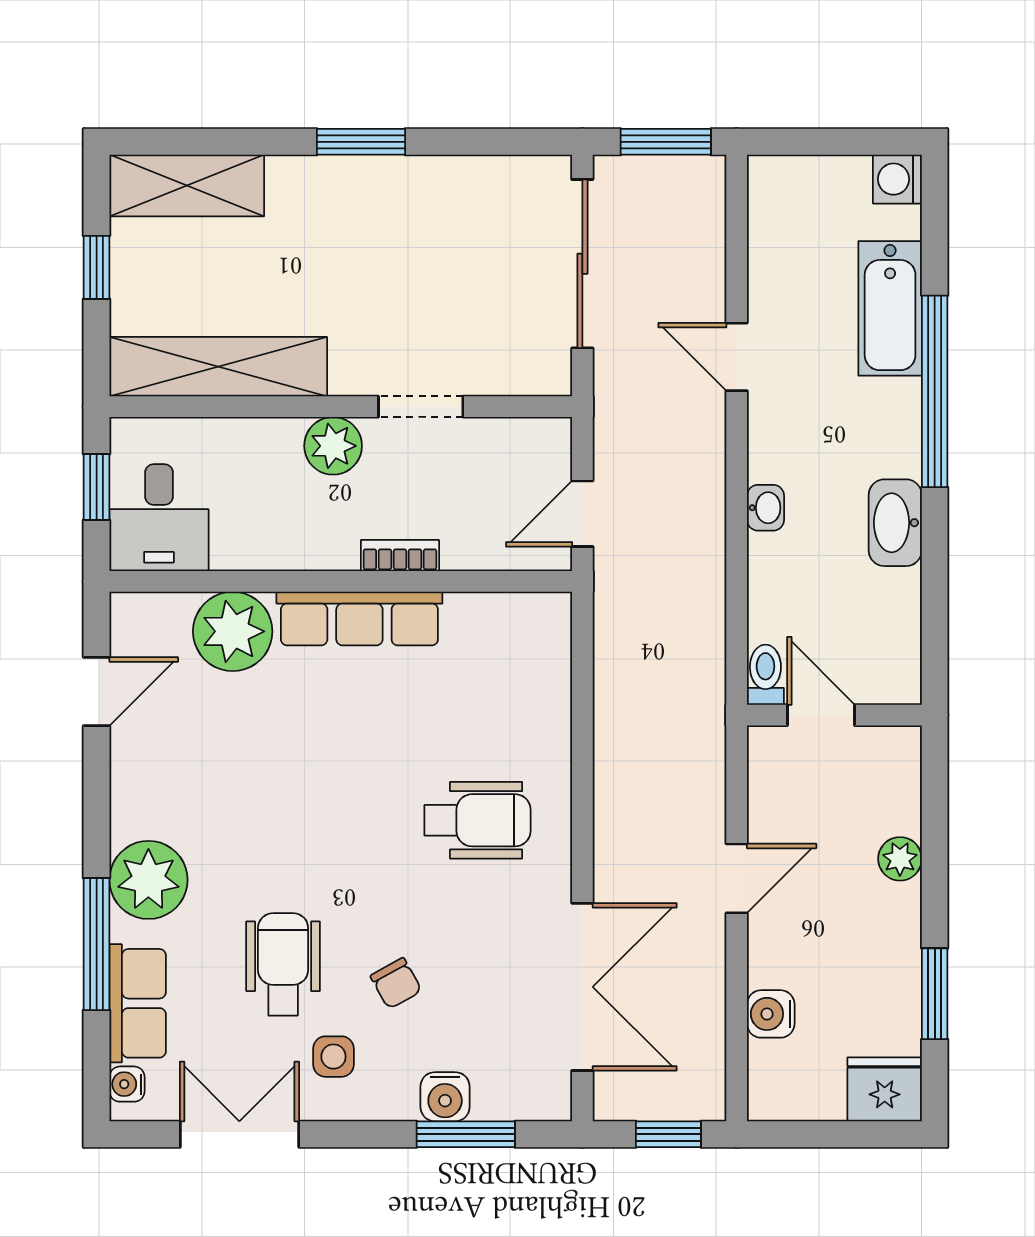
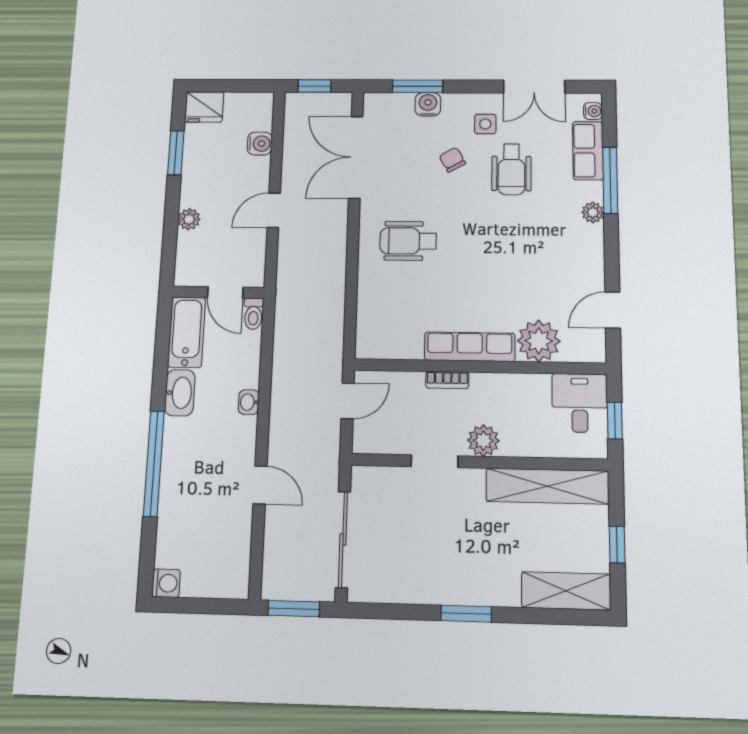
bathtub: (890, 308) -> (187, 332), moved
plant: (148, 880) -> (593, 212), width x0.53, depth x0.53

